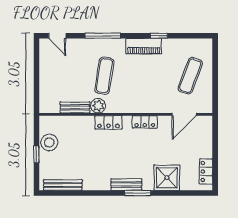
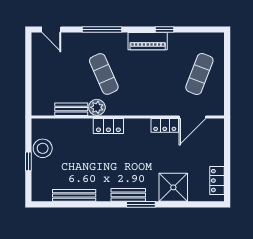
exercise mat: (104, 76) -> (104, 74), turned -33
locker: (145, 122) -> (165, 125), moved
bench: (63, 185) -> (74, 195), moved

